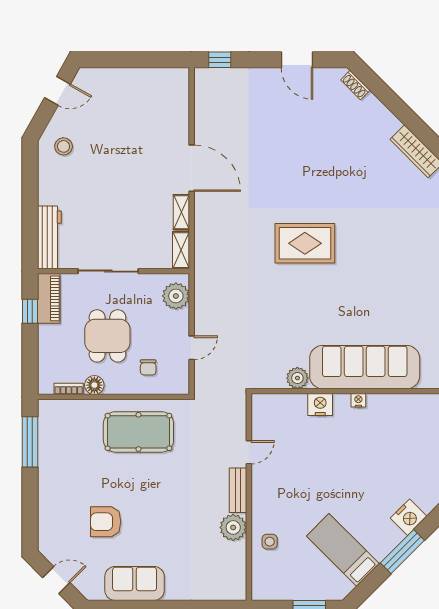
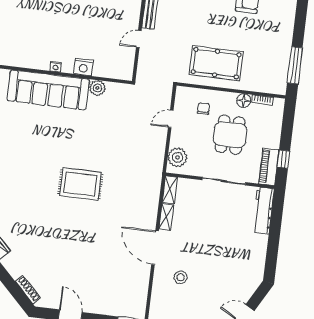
shoe rack: (355, 85) -> (28, 290), width x1.43
stool: (64, 146) -> (181, 277), moved

